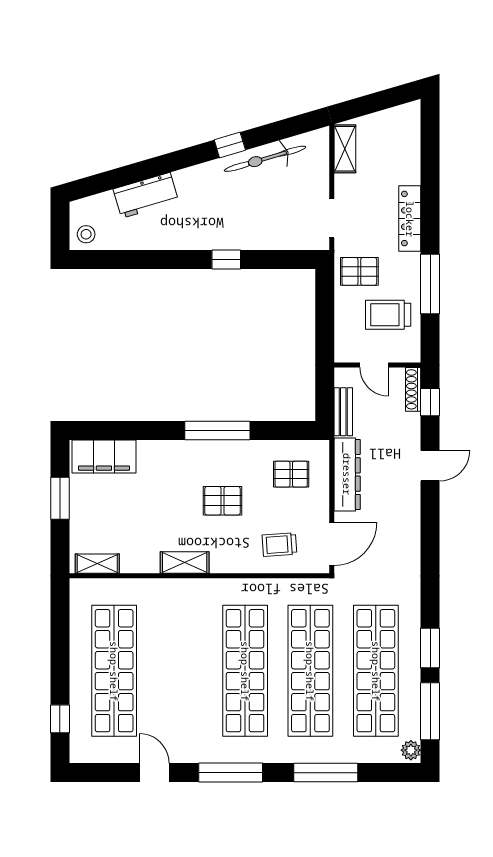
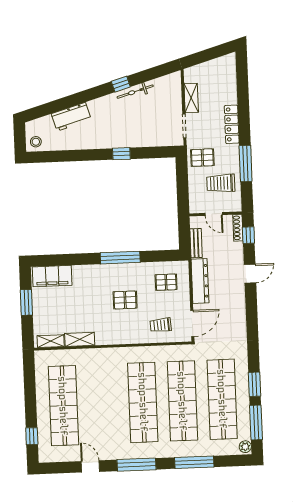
shelving: (345, 149) -> (191, 98), moved
bicycle: (265, 159) -> (135, 92), width x0.73, depth x0.71
shelving: (185, 563) -> (80, 339), moved

